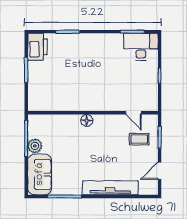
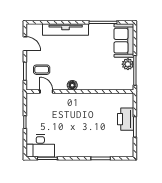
printer: (37, 47) -> (126, 119), moved
floor lamp: (87, 120) -> (72, 85), moved
door: (160, 171) -> (25, 44), hinge flipped

